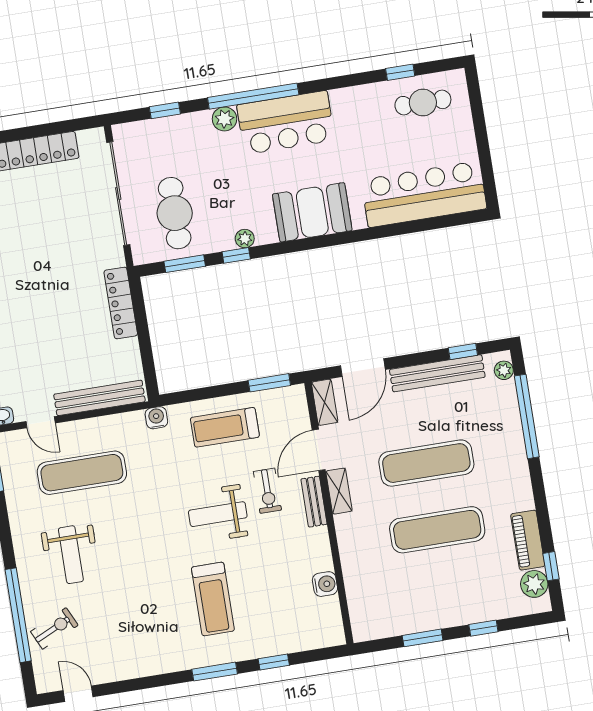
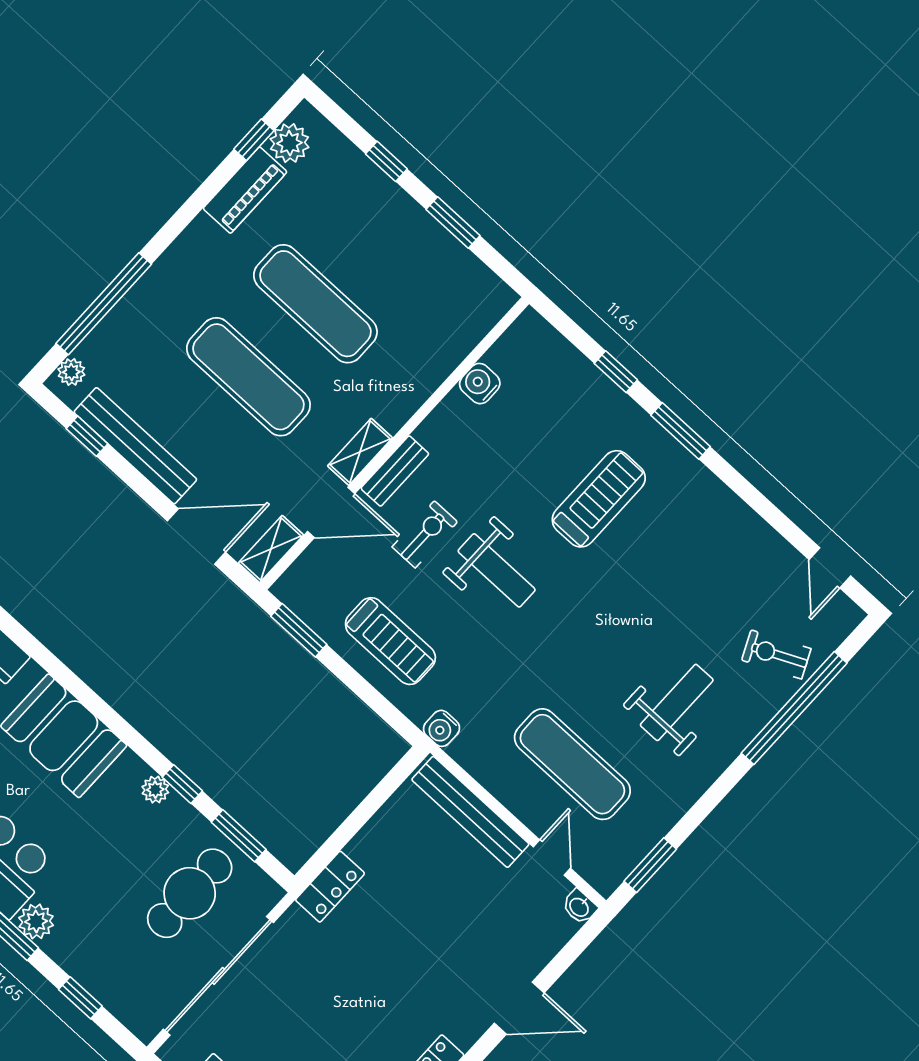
locker: (121, 303) -> (330, 887), width x0.66

